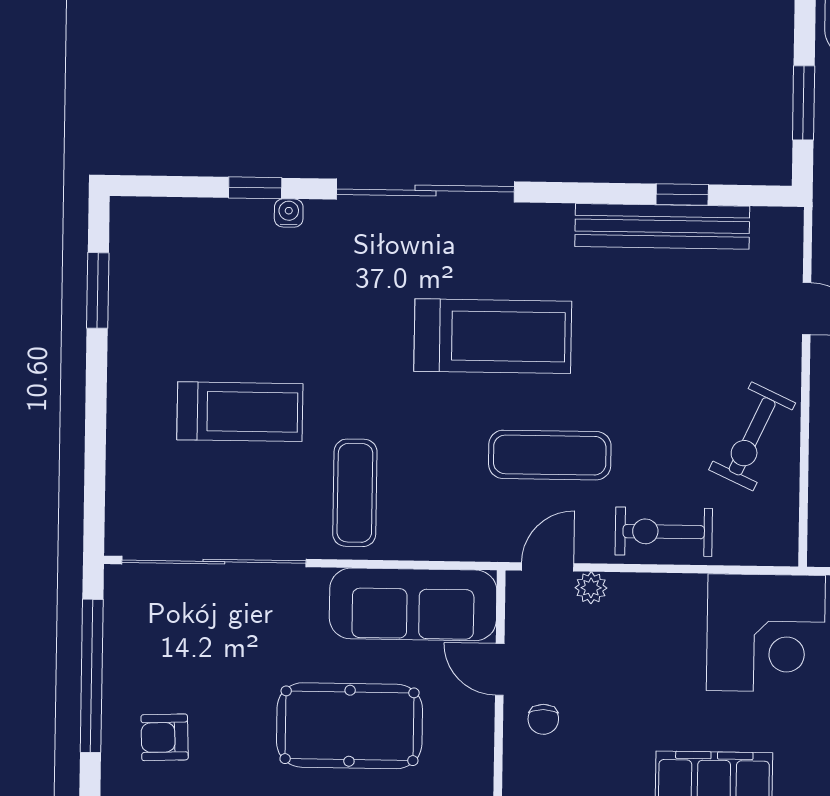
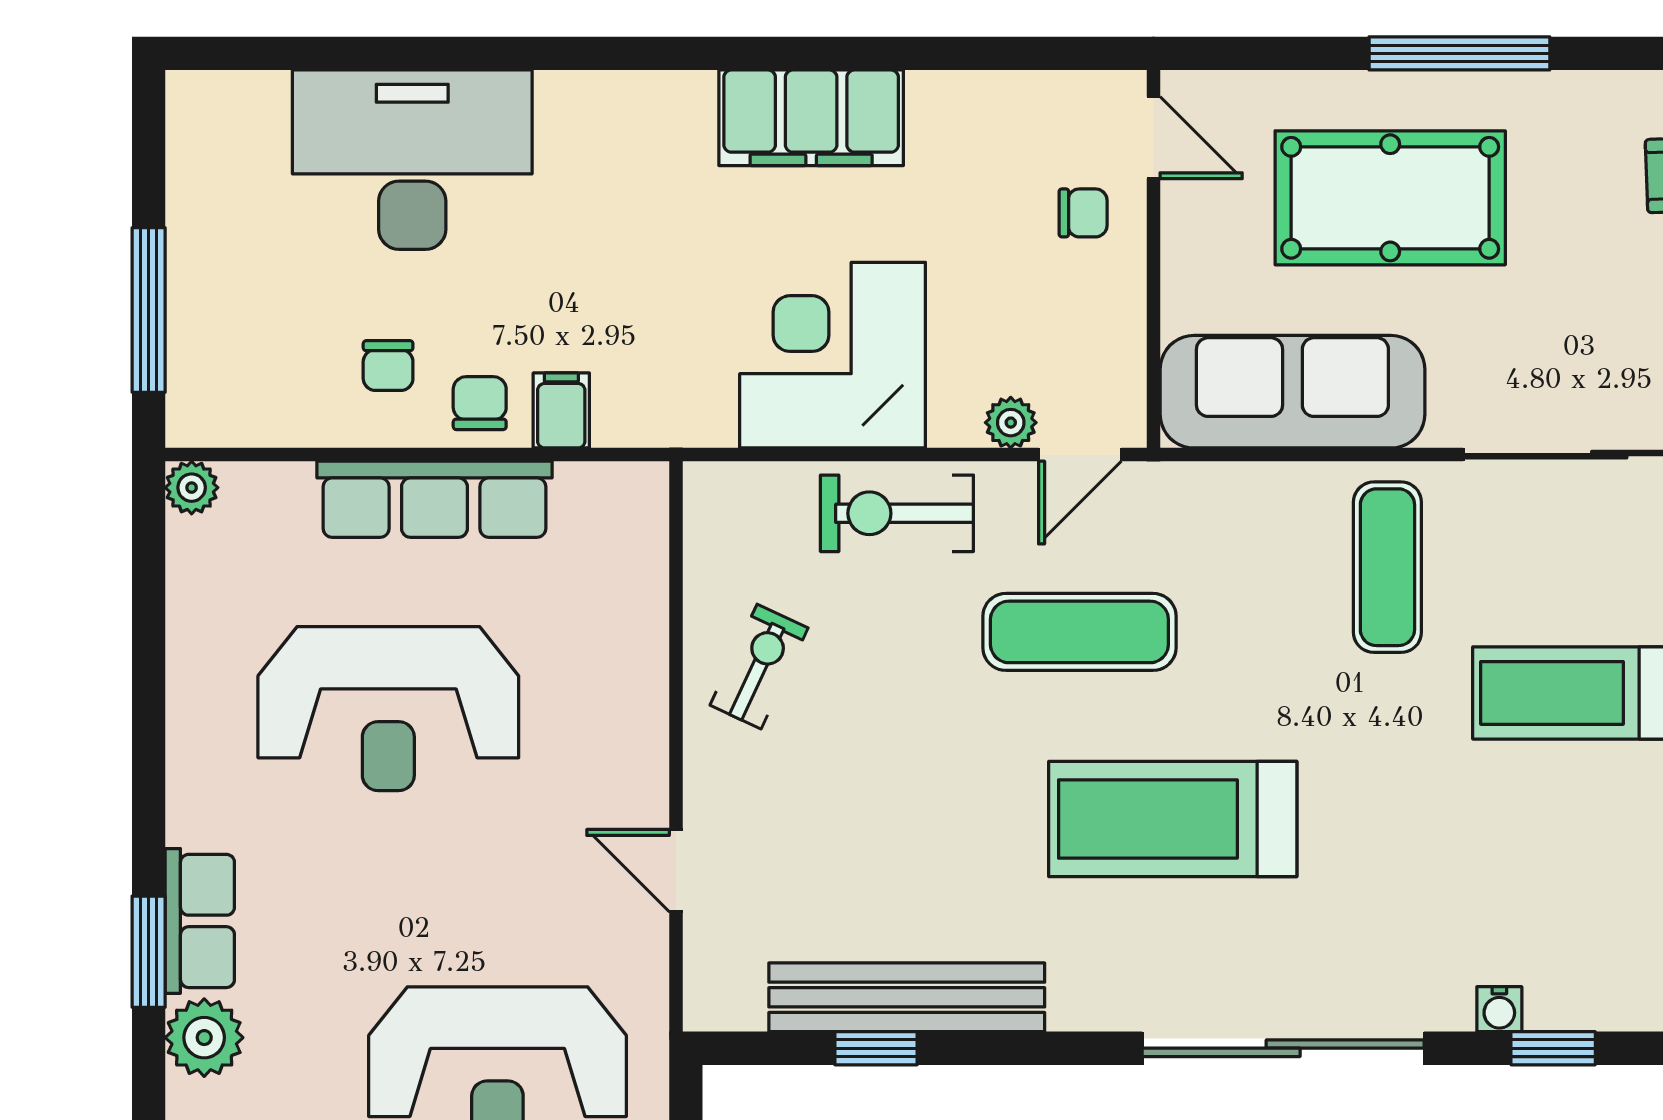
exercise bike: (752, 436) -> (759, 667), width x0.73, depth x0.72
exercise bike: (664, 532) -> (897, 513), turned 180
corner desk: (766, 633) -> (833, 355), moved
door: (500, 669) -> (1153, 138), moved
chair: (543, 719) -> (1083, 213), turned 90

